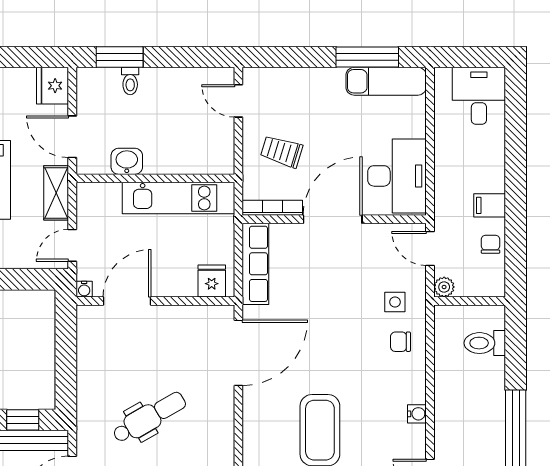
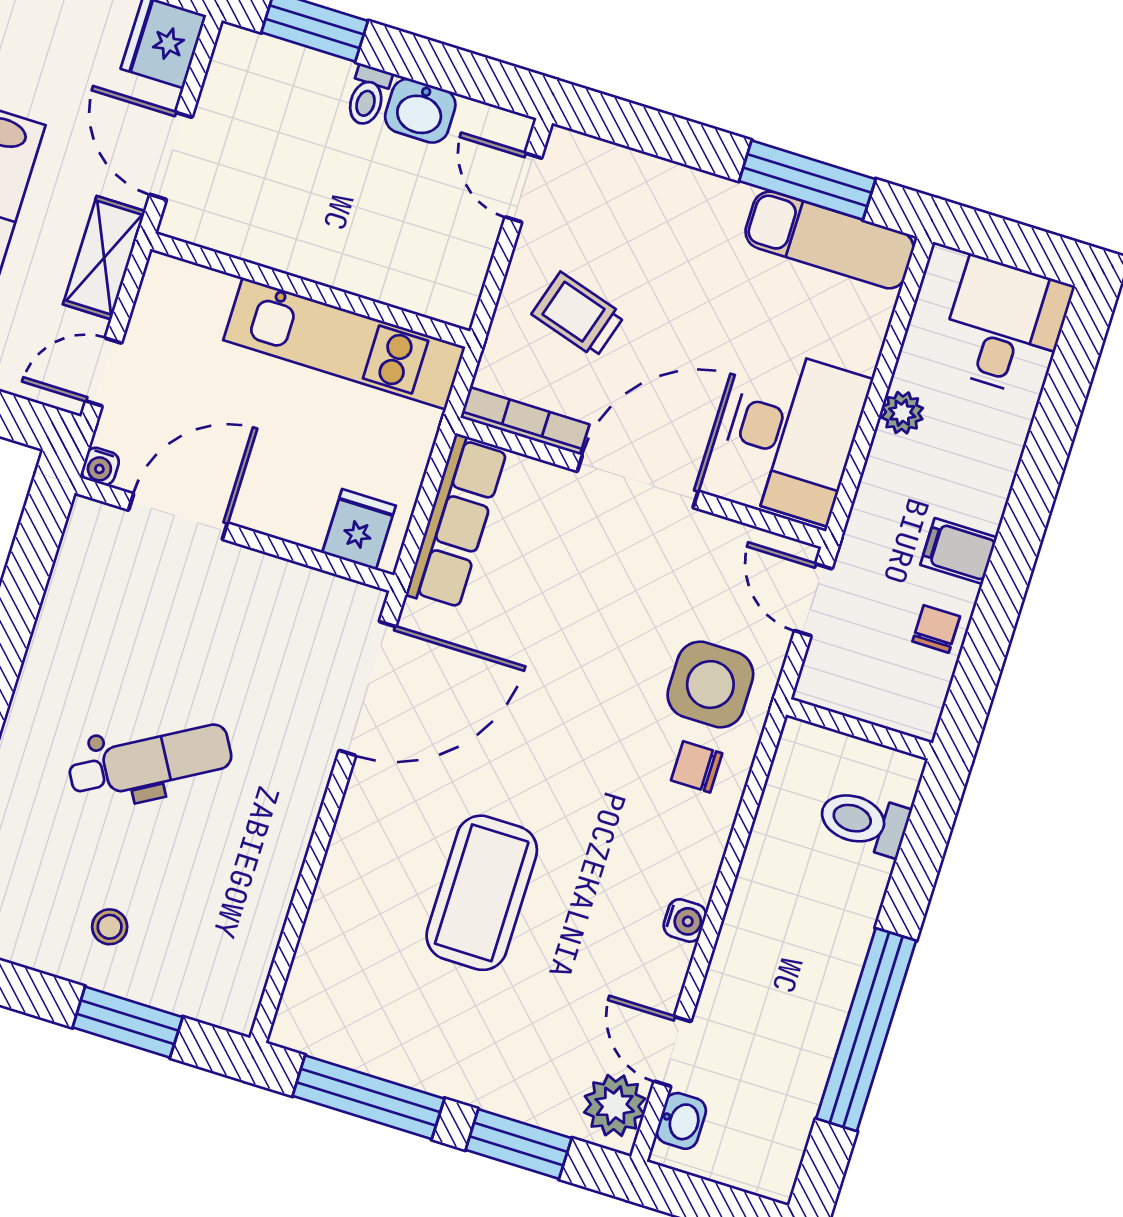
toilet: (130, 81) -> (368, 96), moved
washbasin: (127, 161) -> (420, 111), moved, turned 180
plant: (444, 287) -> (902, 413), moved
side table: (395, 302) -> (710, 685), width x1.87, depth x1.87

